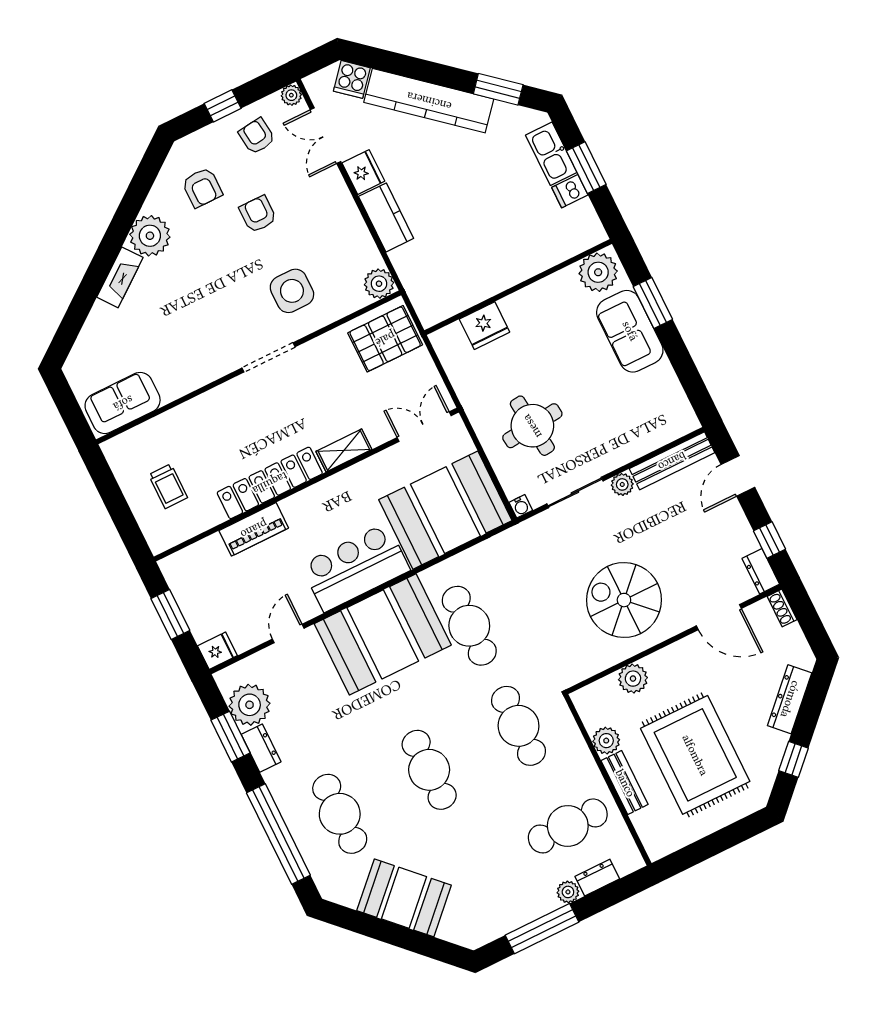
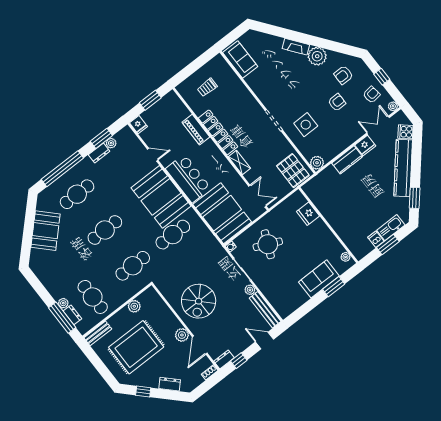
plant: (598, 272) -> (346, 257), width x0.53, depth x0.53
round table: (532, 426) -> (268, 244), turned 30
spiral stairs: (624, 600) -> (199, 301), turned 180
plant: (633, 679) -> (182, 335), moved
dresser: (790, 699) -> (170, 384), width x0.70
plant: (250, 705) -> (111, 143), width x0.53, depth x0.53
bench: (625, 783) -> (98, 333), moved
window: (542, 929) -> (62, 318), moved

